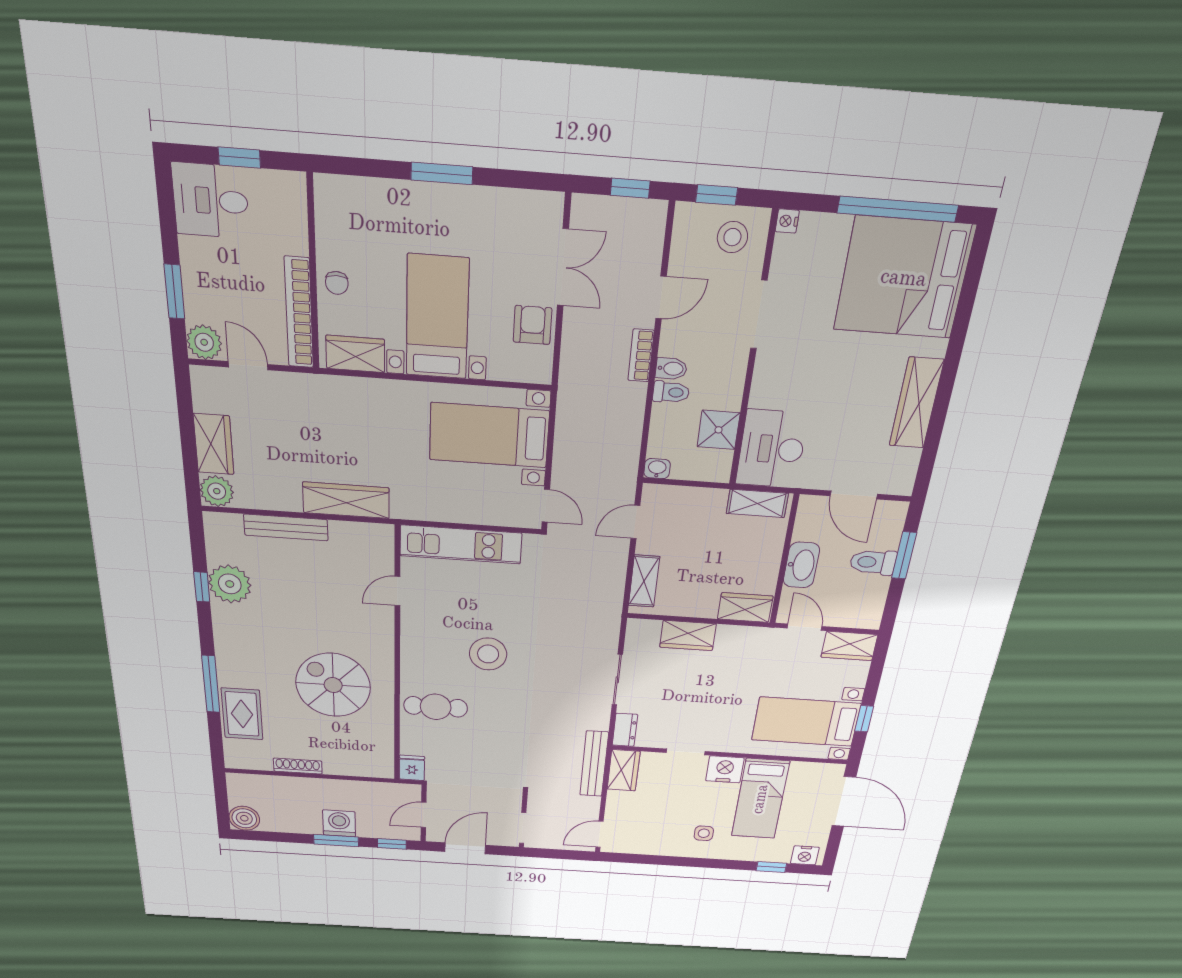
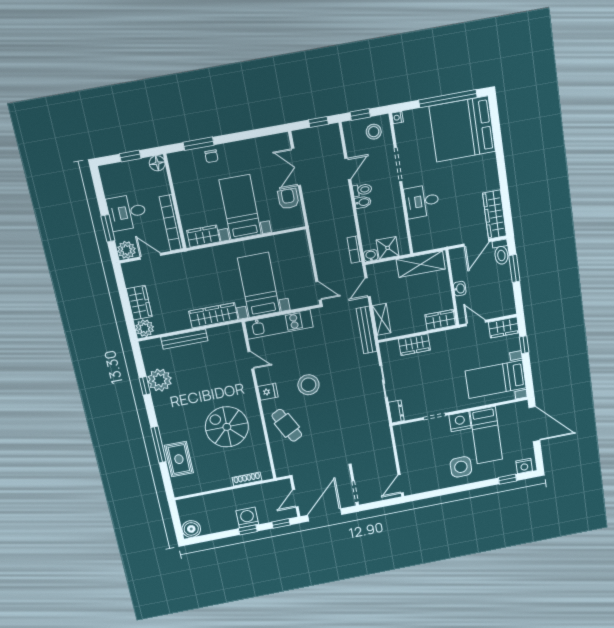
window: (442, 173) -> (199, 144), moved
floor lamp: (291, 187) -> (157, 163), added
desk: (211, 201) -> (127, 212), moved
double door: (563, 268) -> (296, 167), swing flipped
chair: (337, 283) -> (211, 156), moved
bookcase: (641, 355) -> (354, 250), moved
toilet: (671, 392) -> (362, 190), moved
wardrobe: (916, 403) -> (495, 214), moved
shower: (719, 430) -> (388, 248), moved
bed with nightstands: (489, 435) -> (259, 285), moved, turned 90
desk: (772, 449) -> (422, 201), moved, width x0.73
door: (854, 495) -> (476, 243), hinge flipped
shelving: (757, 503) -> (421, 264), width x1.50, depth x1.33
toilet: (873, 562) -> (501, 252), moved, turned -90
washbasin: (801, 565) -> (460, 289), width x0.52, depth x0.69
door: (397, 591) -> (251, 360), swing flipped
cafe table: (436, 707) -> (287, 425), turned 63
window: (864, 719) -> (524, 345), moved
bench: (594, 764) -> (367, 330), moved
shoe rack: (298, 766) -> (247, 479), moved
fridge: (412, 768) -> (268, 392), moved, turned 90
wardrobe: (624, 770) -> (403, 438), removed
side table: (704, 833) -> (461, 467), width x1.87, depth x1.87
window: (336, 840) -> (248, 530), width x0.67
door: (465, 848) -> (325, 515), width x1.36

